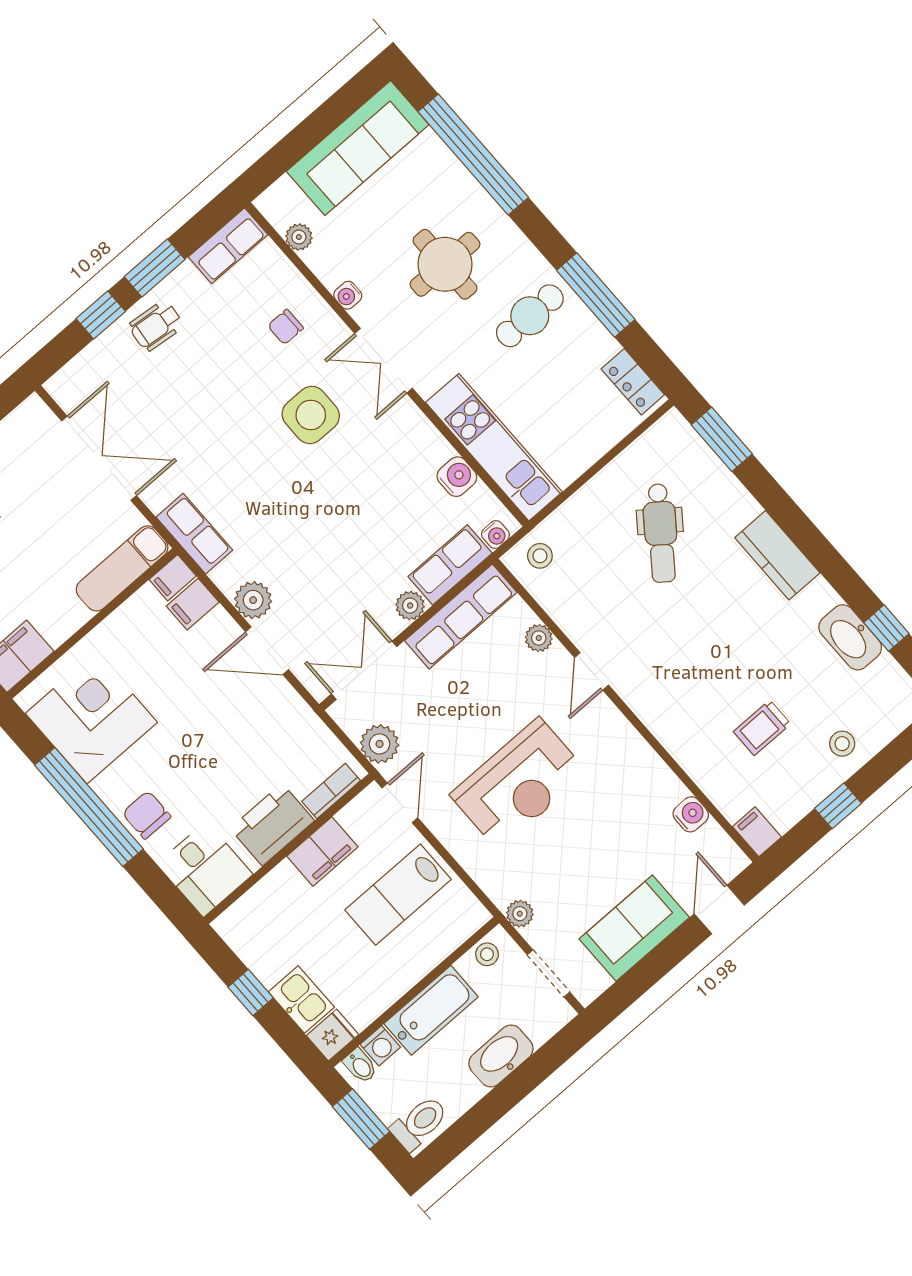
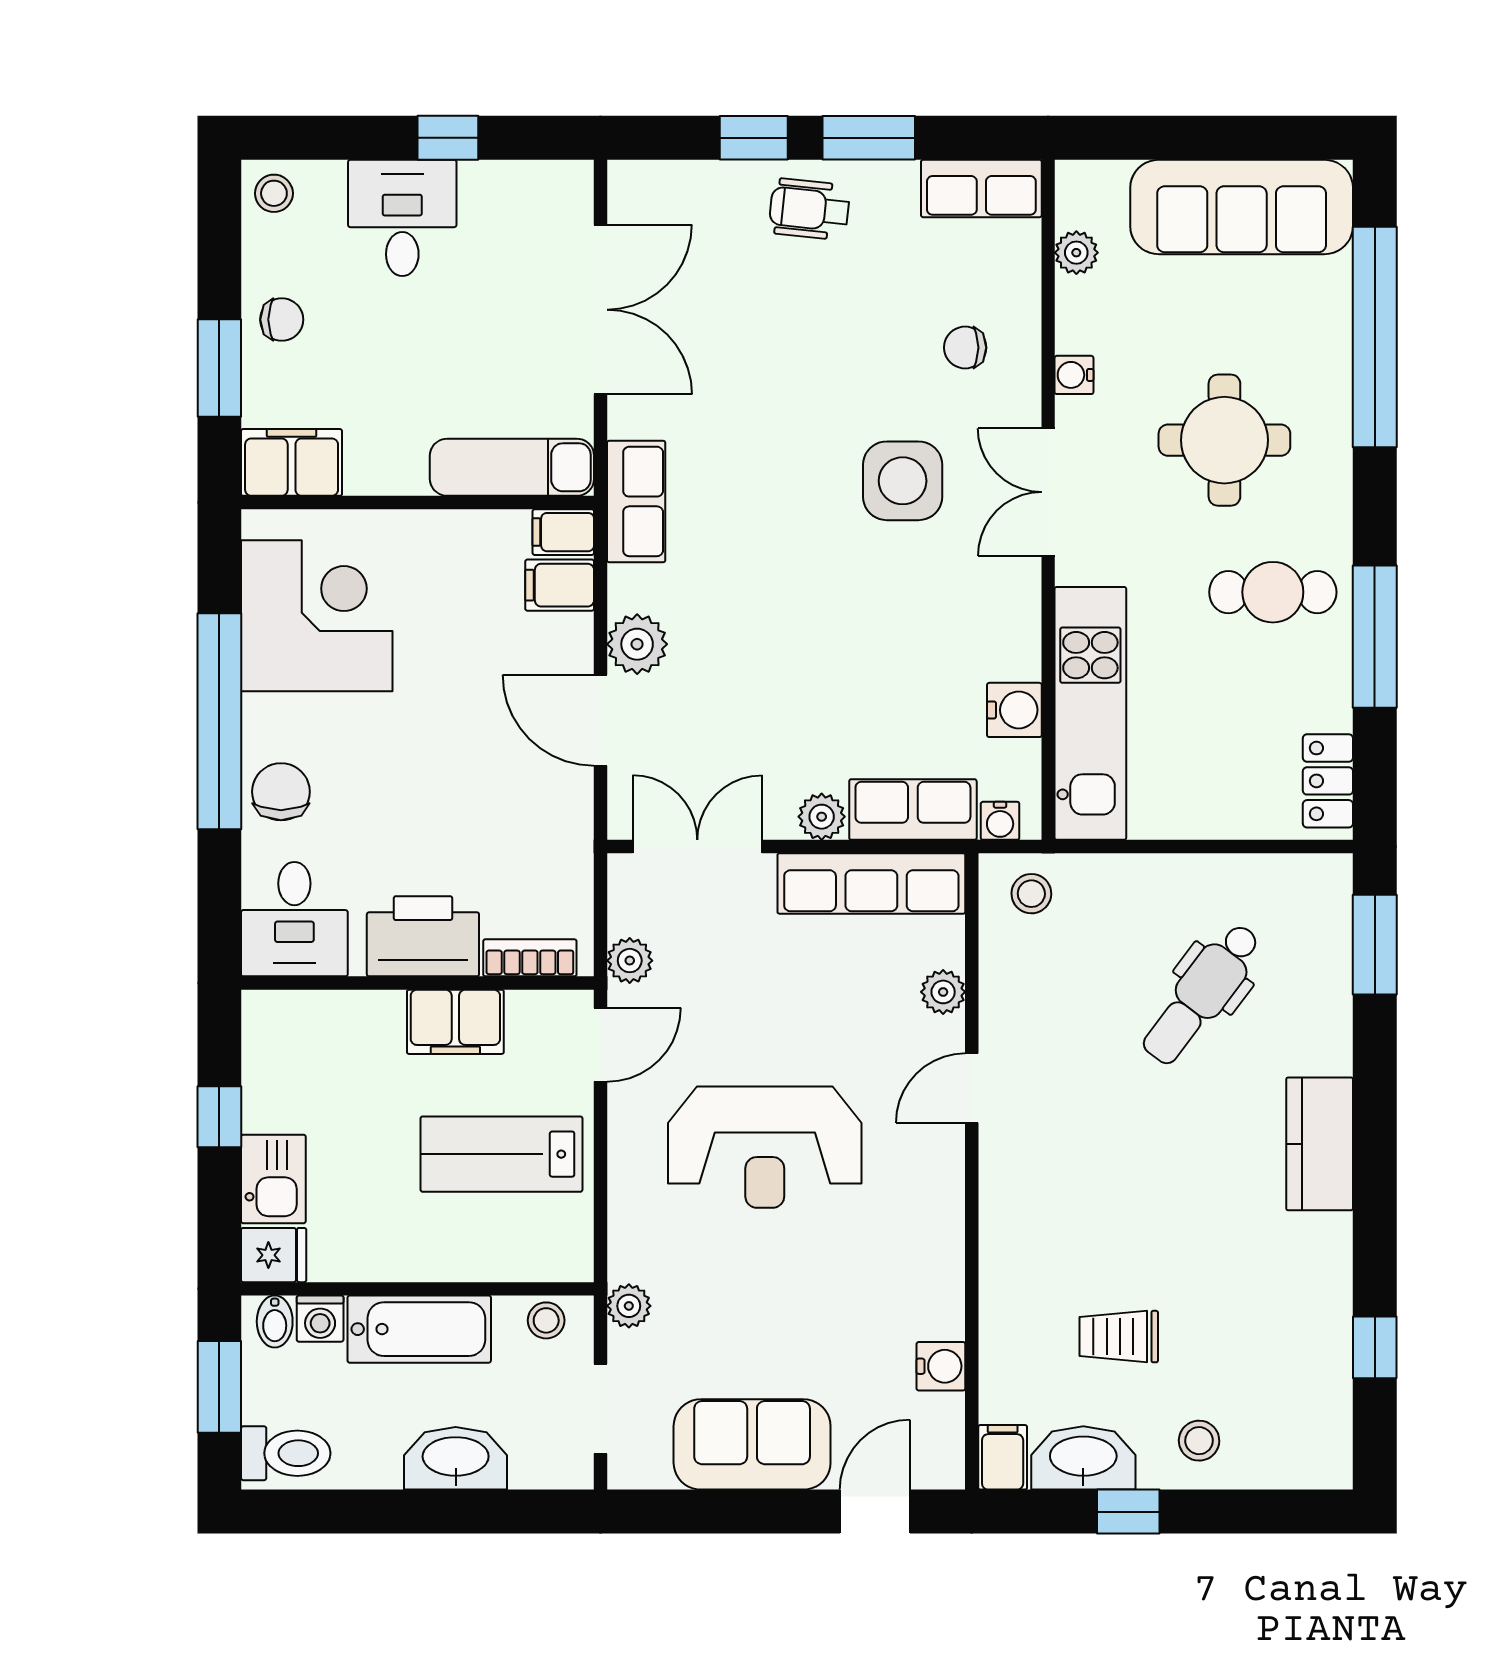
washbasin: (850, 637) -> (1083, 1458), moved, turned 90
plant: (380, 744) -> (630, 961), width x0.73, depth x0.73

